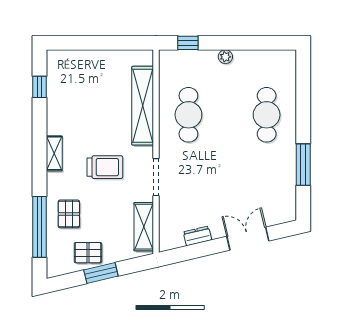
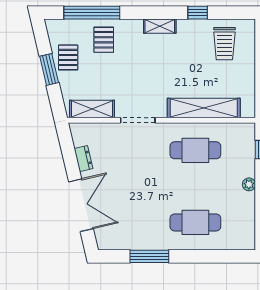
window: (39, 87) -> (198, 13), moved
trolley: (105, 167) -> (224, 44), moved
pallet: (69, 214) -> (104, 40), turned 90
double door: (248, 239) -> (81, 205), width x1.37

